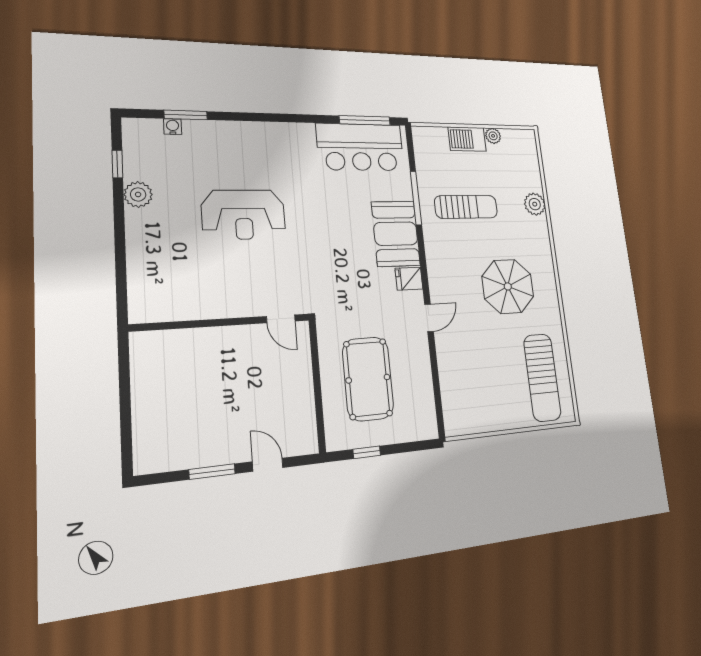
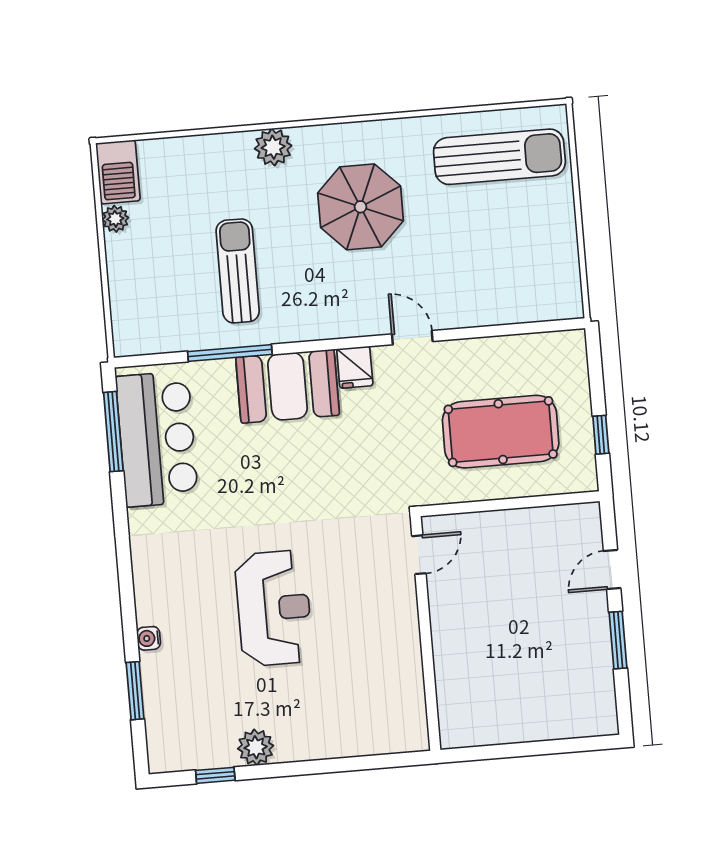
water cooler: (173, 127) -> (149, 638), moved
barbecue: (467, 139) -> (118, 172), moved
plant: (535, 204) -> (273, 147), moved

